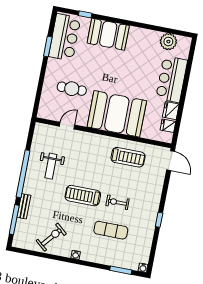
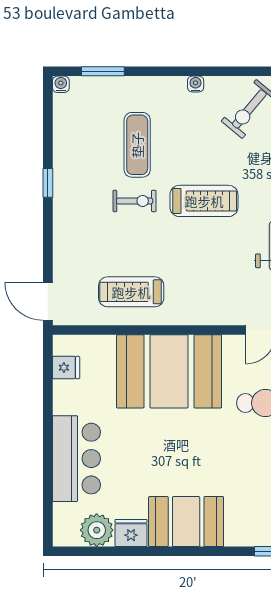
booth: (108, 34) -> (186, 522), moved
fridge: (171, 111) -> (131, 533), moved, turned -90
exercise mat: (111, 230) -> (137, 145), turned 90

